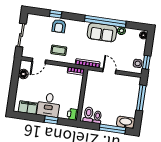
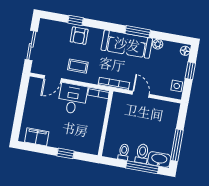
window: (105, 21) -> (138, 32), width x0.47
sofa: (102, 32) -> (127, 44), width x1.36
window: (146, 62) -> (190, 71), moved
floor lamp: (23, 74) -> (33, 94), removed
window: (141, 98) -> (177, 145), moved
desk: (49, 105) -> (72, 99), moved, turned 180
printer: (73, 114) -> (93, 147), removed
toilet: (88, 115) -> (142, 154), moved

